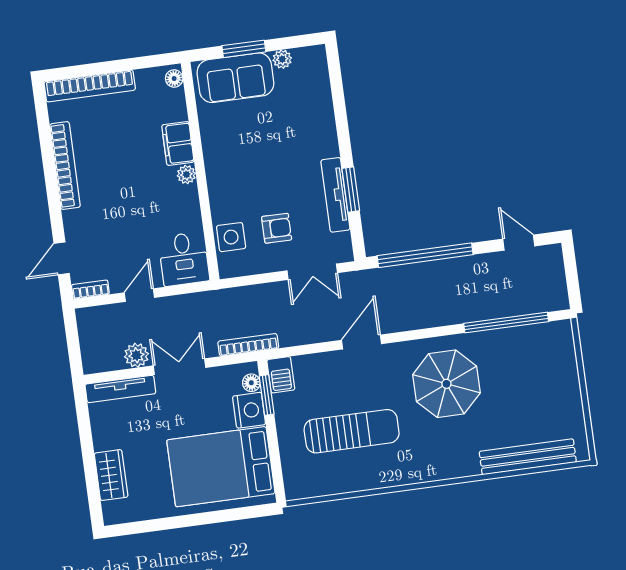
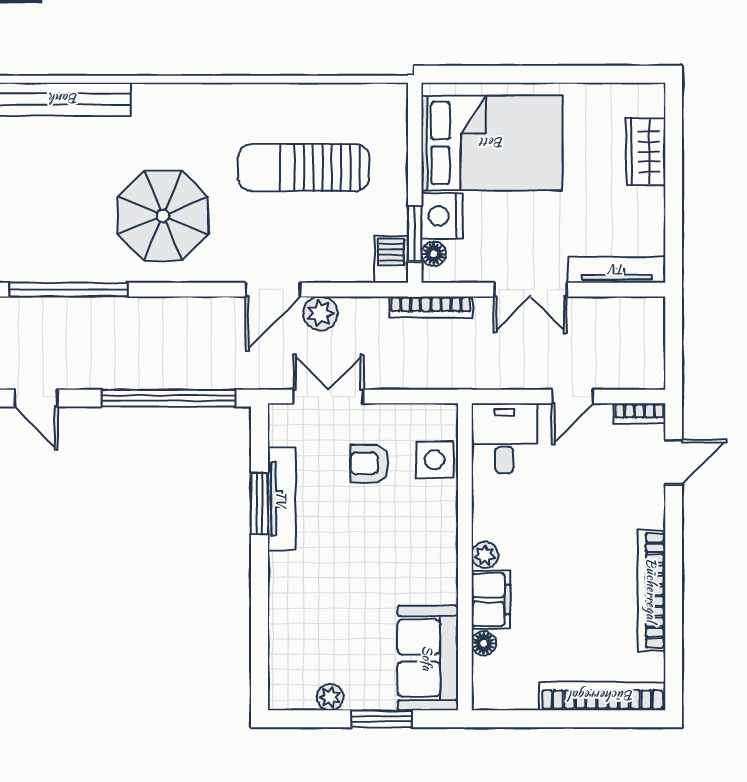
sofa: (235, 78) -> (428, 658), moved, turned -90
floor lamp: (174, 79) -> (484, 643), moved
plant: (136, 355) -> (320, 313), moved

